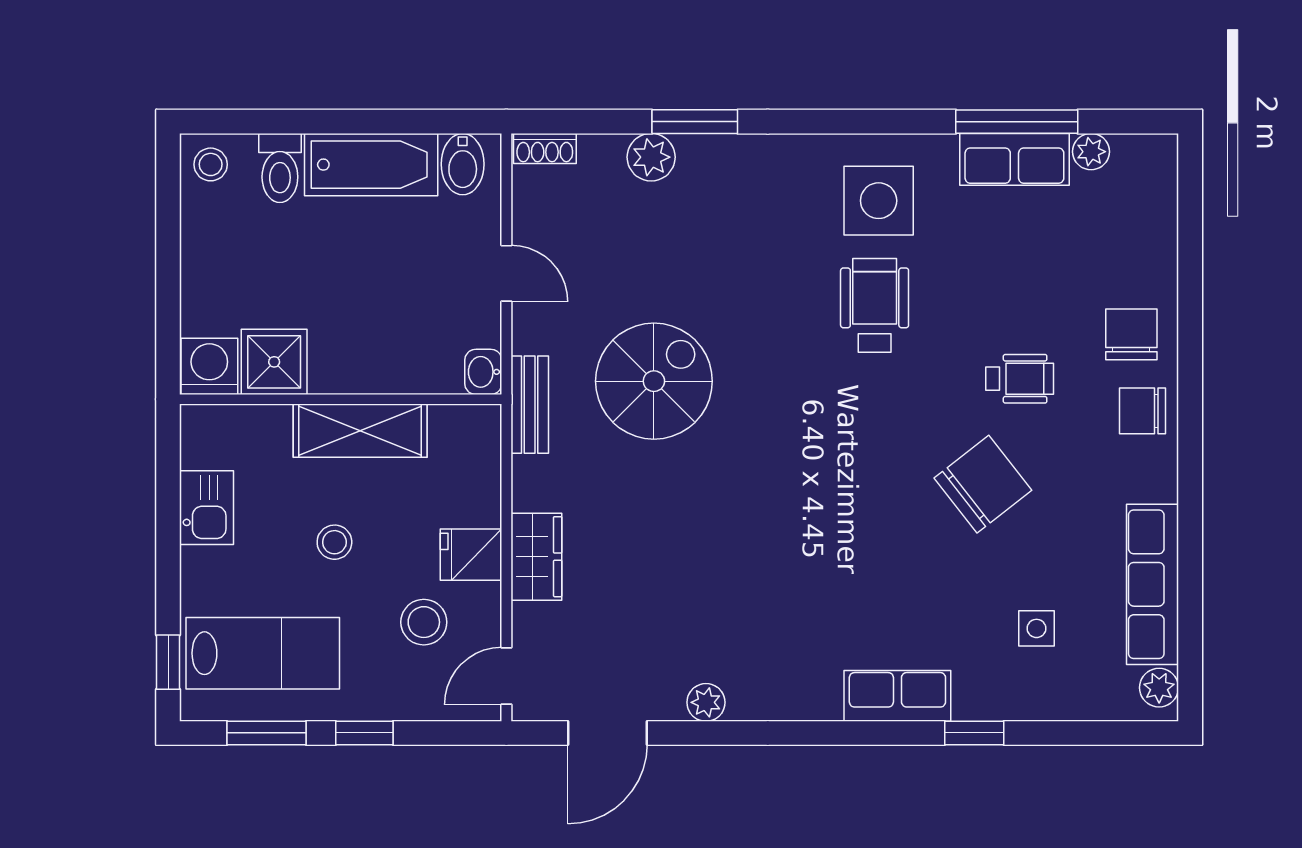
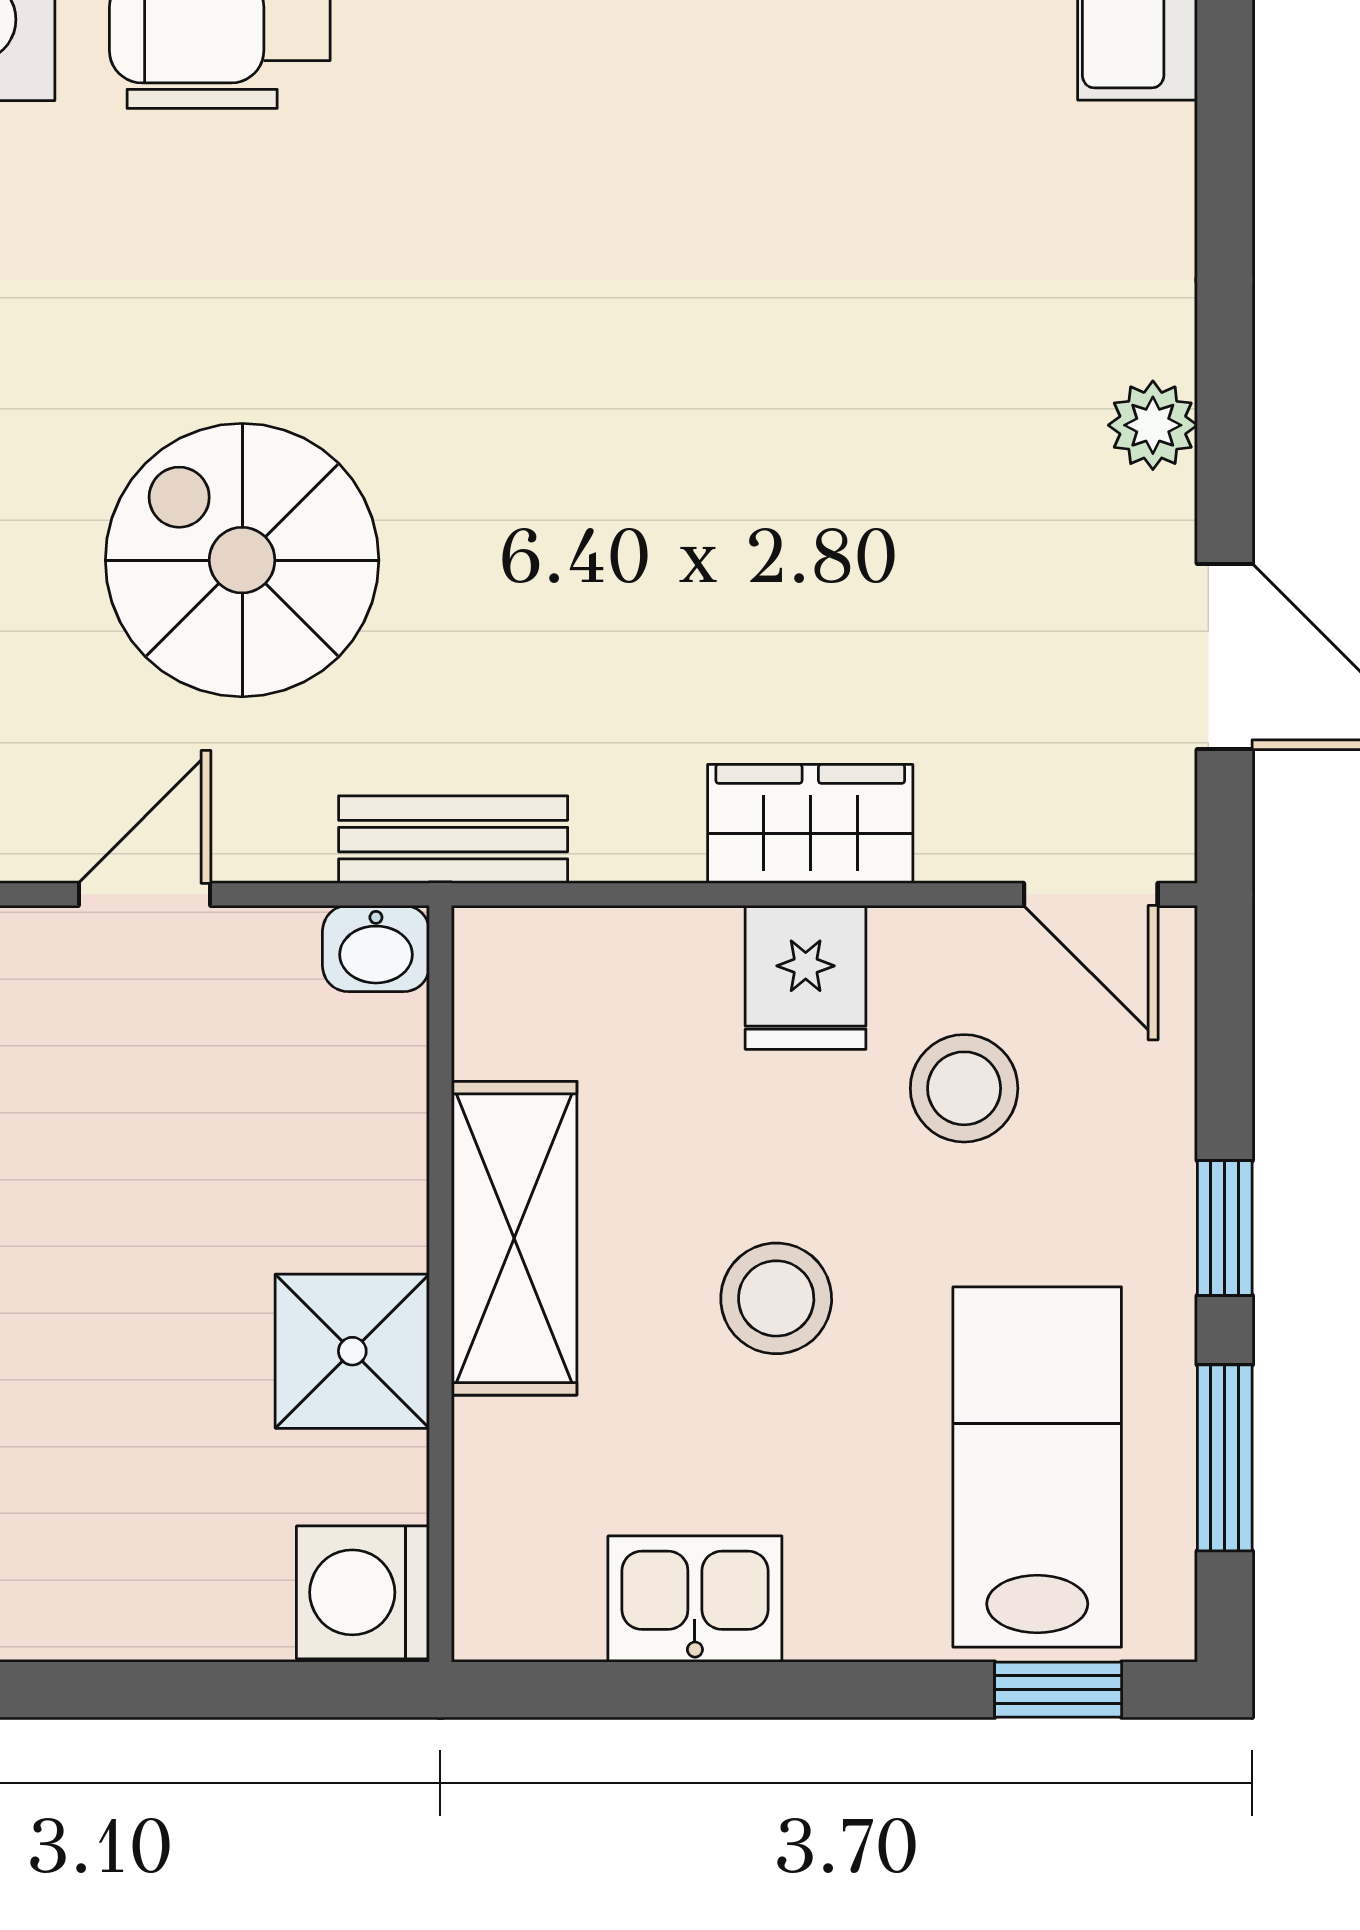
shower: (274, 362) -> (352, 1351), moved
spiral stairs: (654, 381) -> (242, 560), moved
stool: (334, 542) -> (776, 1298), width x1.37, depth x1.37

